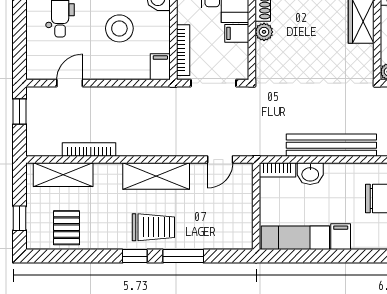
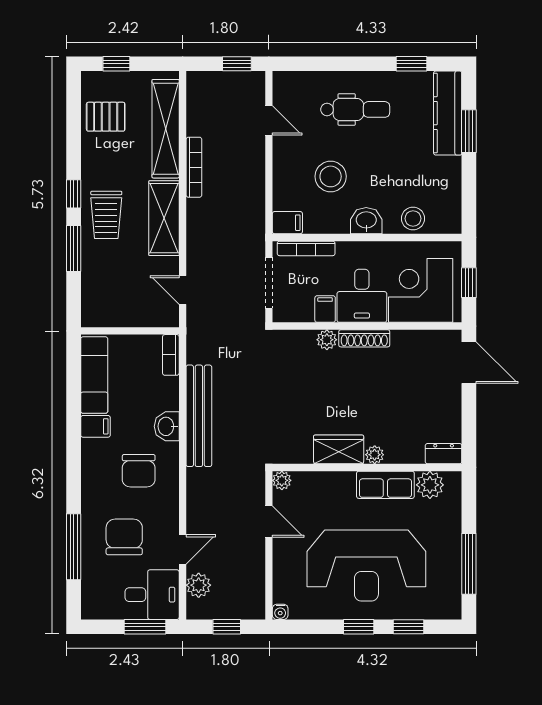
bookcase: (89, 150) -> (194, 167), moved
washbasin: (310, 174) -> (167, 426), moved
shelving: (63, 175) -> (166, 129), width x1.47

